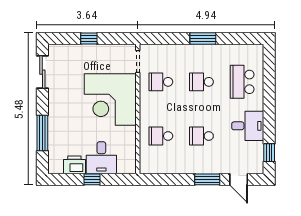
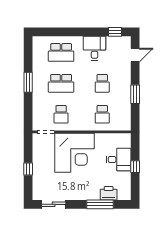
school desk: (201, 82) -> (61, 83), width x1.85
printer: (74, 165) -> (109, 193), moved, turned 90
window: (207, 179) -> (135, 94), moved

